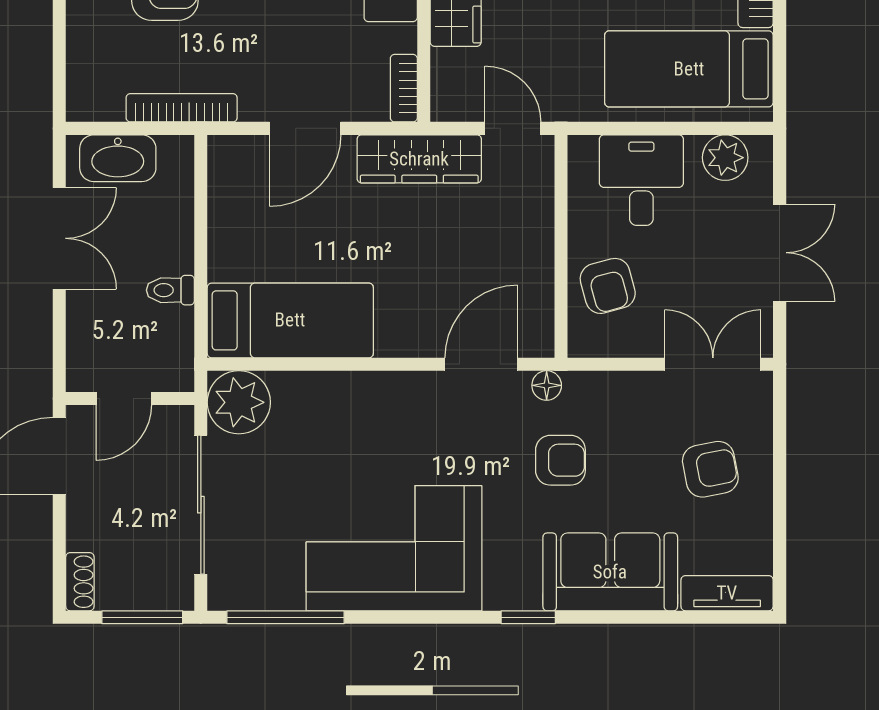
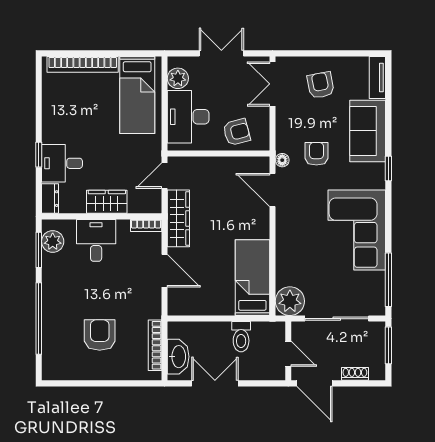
bookcase: (182, 108) -> (155, 345), moved
desk: (641, 180) -> (188, 117), width x1.37
toilet: (170, 290) -> (241, 337), width x1.37, depth x1.39
shoe rack: (80, 582) -> (355, 374), moved

